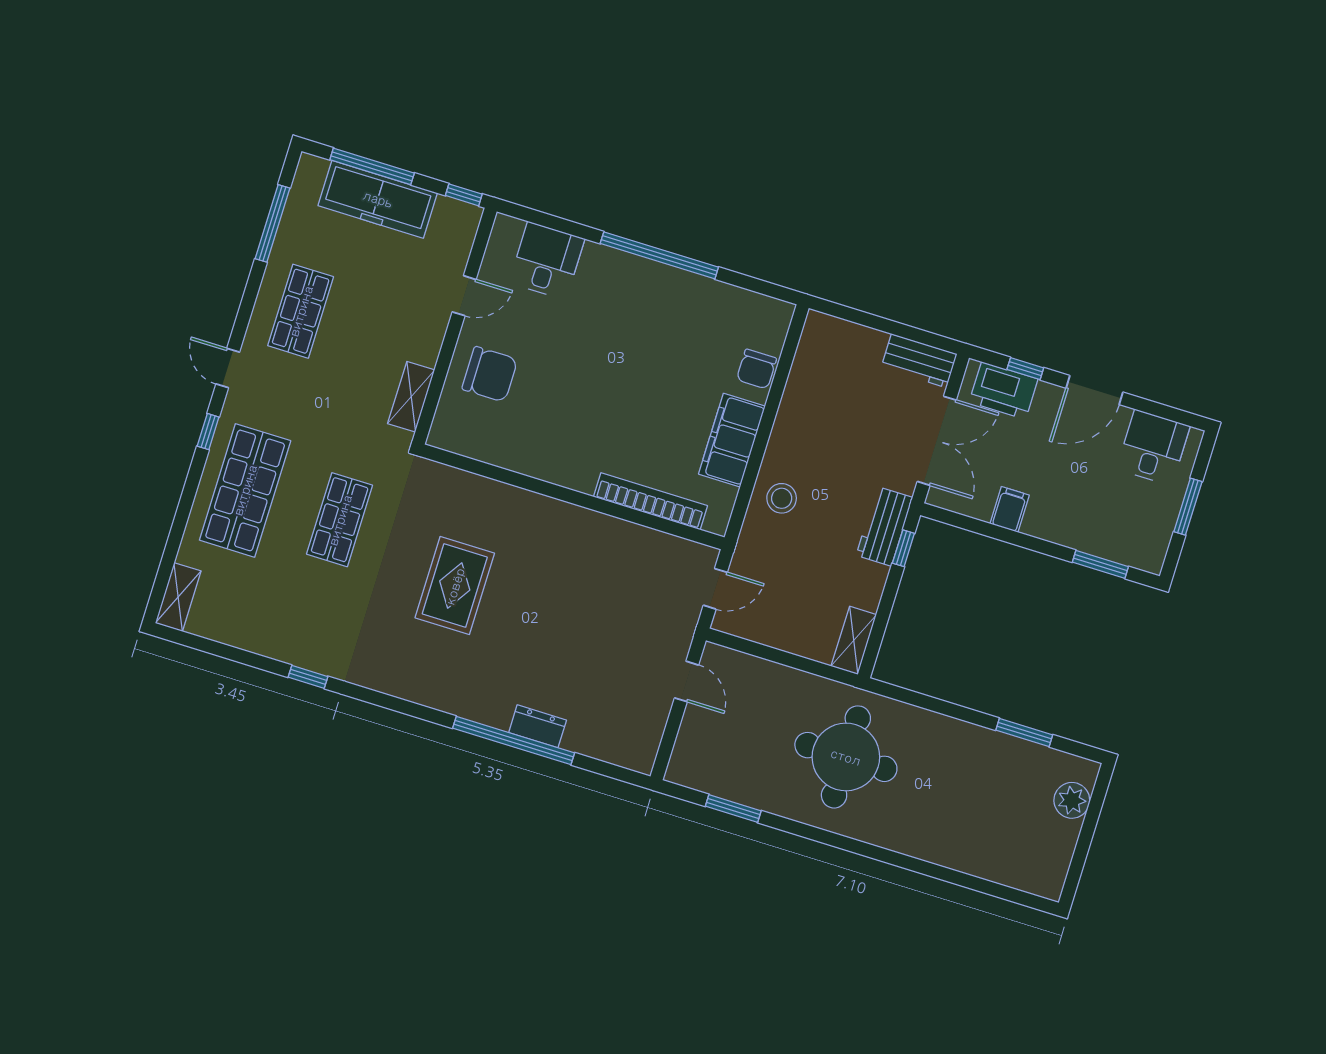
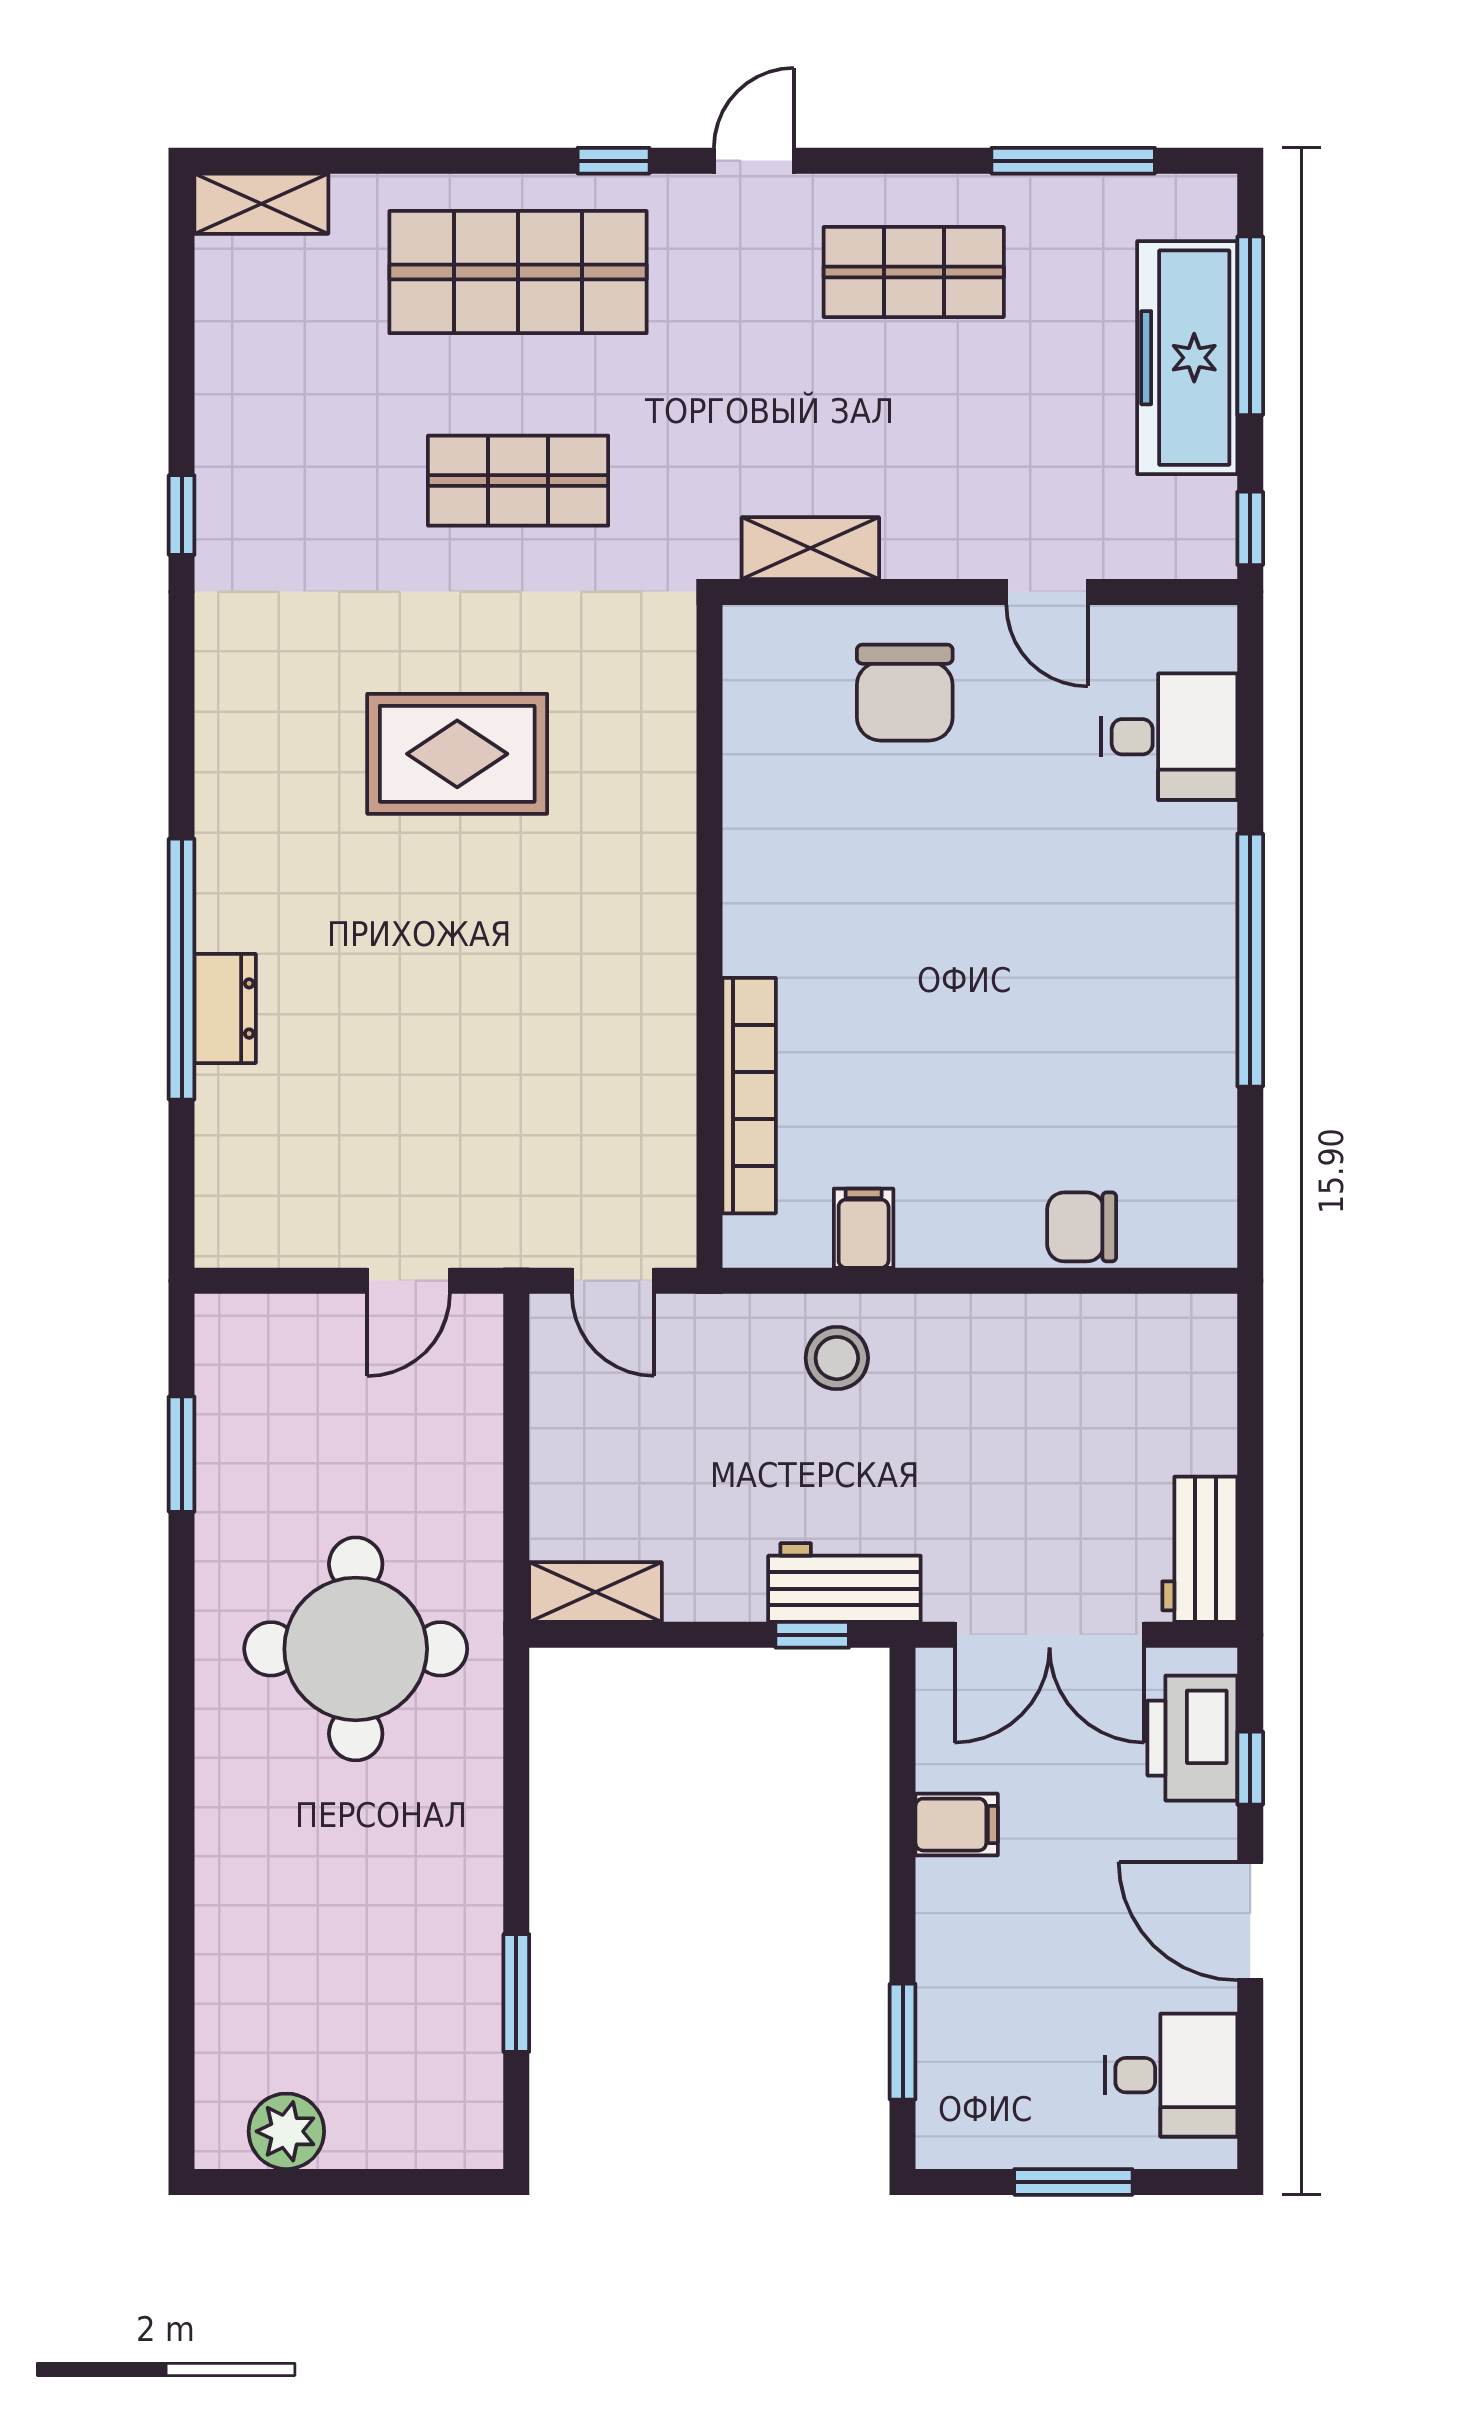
filing cabinet: (732, 440) -> (864, 1228), width x0.33, depth x0.86
plant: (1072, 800) -> (286, 2131), moved

